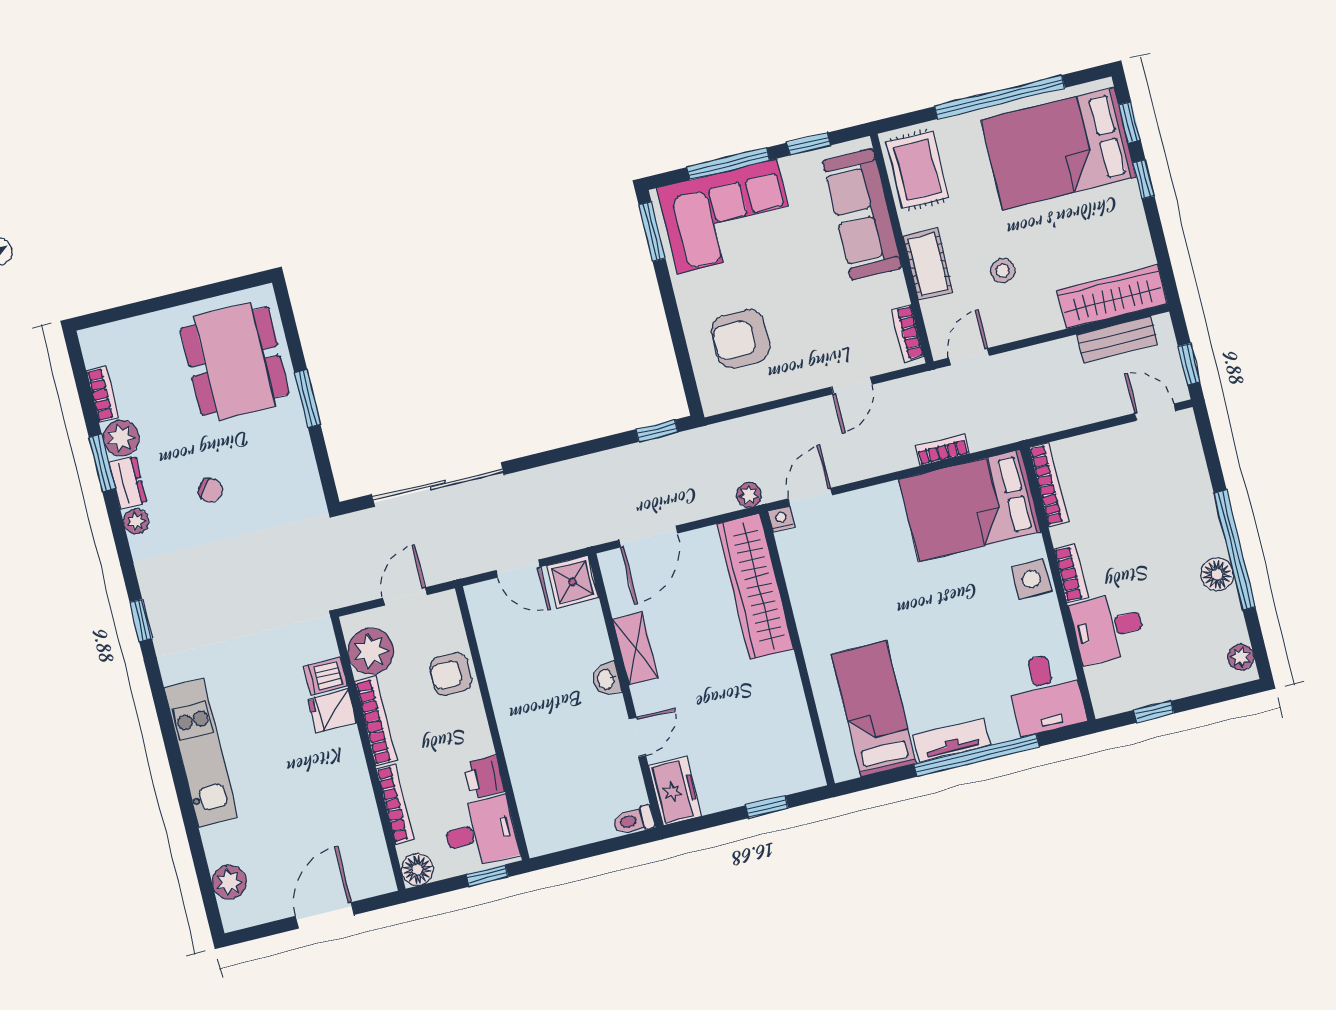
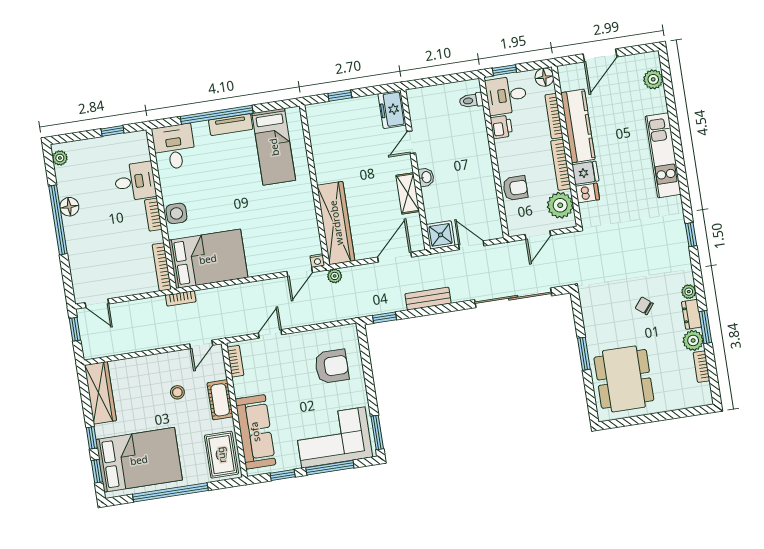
wardrobe: (1112, 297) -> (100, 393), moved, turned -90
bench: (1117, 339) -> (428, 299), moved
bookcase: (942, 450) -> (181, 298), moved
kitchen counter: (352, 790) -> (578, 126), added
toilet: (633, 820) -> (471, 100), moved, turned 180

